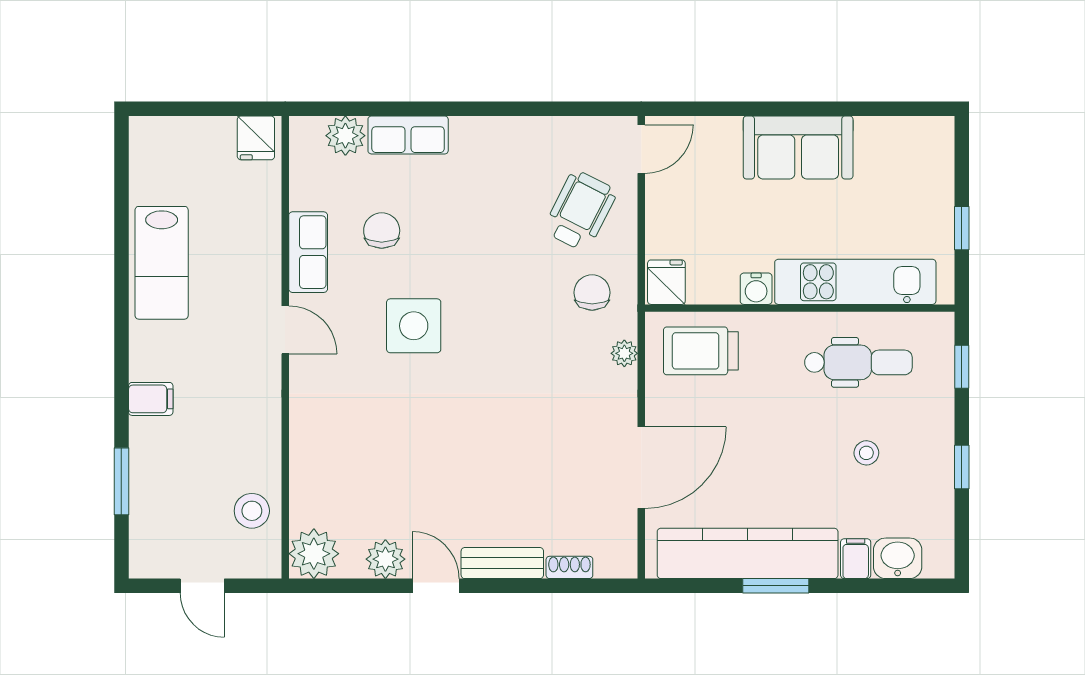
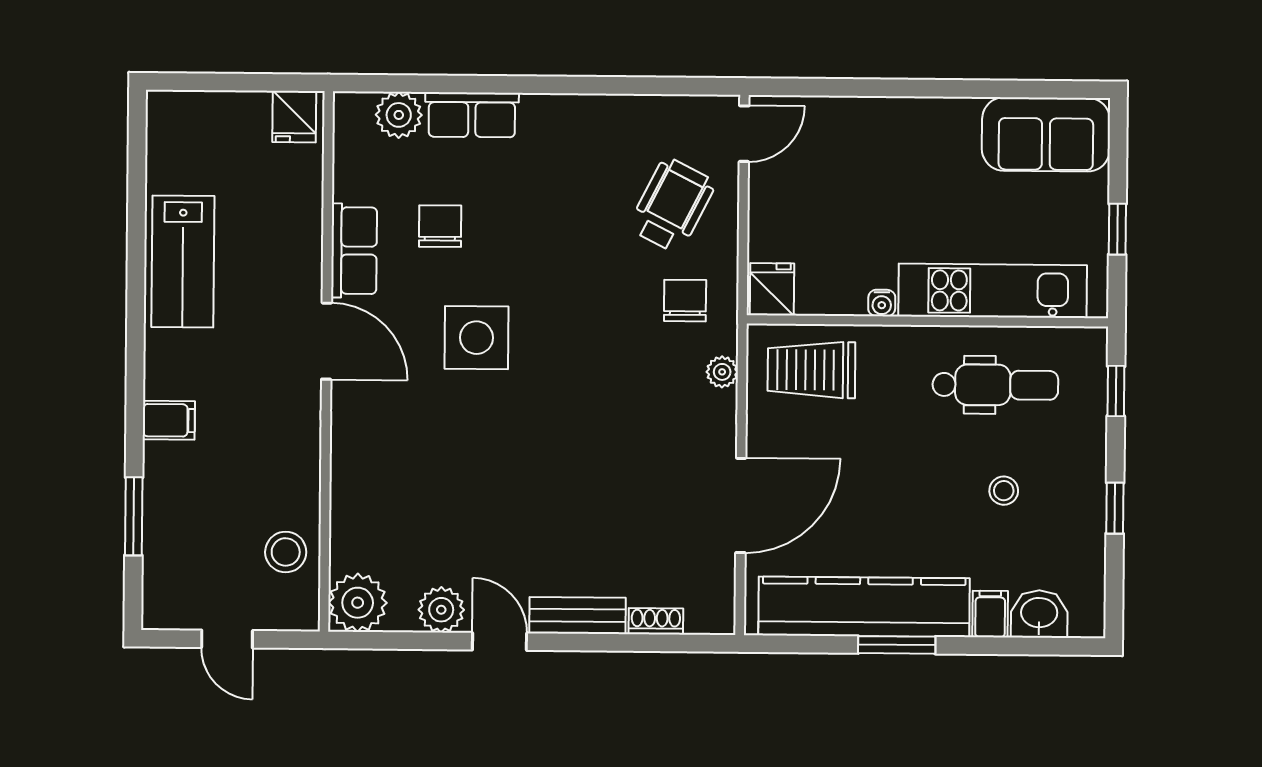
sofa: (798, 147) -> (1046, 134), moved
water cooler: (756, 289) -> (882, 303), width x0.72, depth x0.72
door: (285, 330) -> (327, 341), width x1.38

